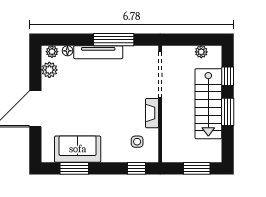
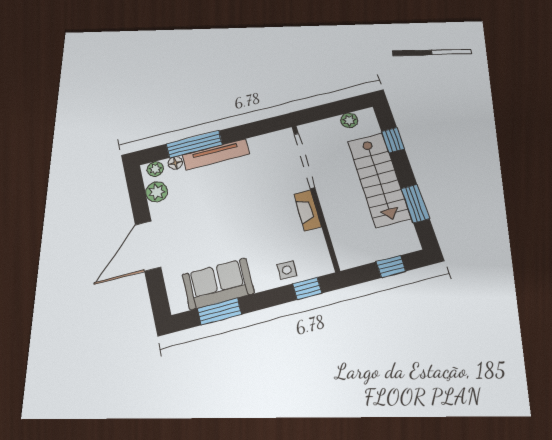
window: (114, 40) -> (194, 144), moved
window: (228, 112) -> (415, 204), moved
side table: (137, 142) -> (287, 270), moved
window: (197, 168) -> (391, 266), width x0.67

